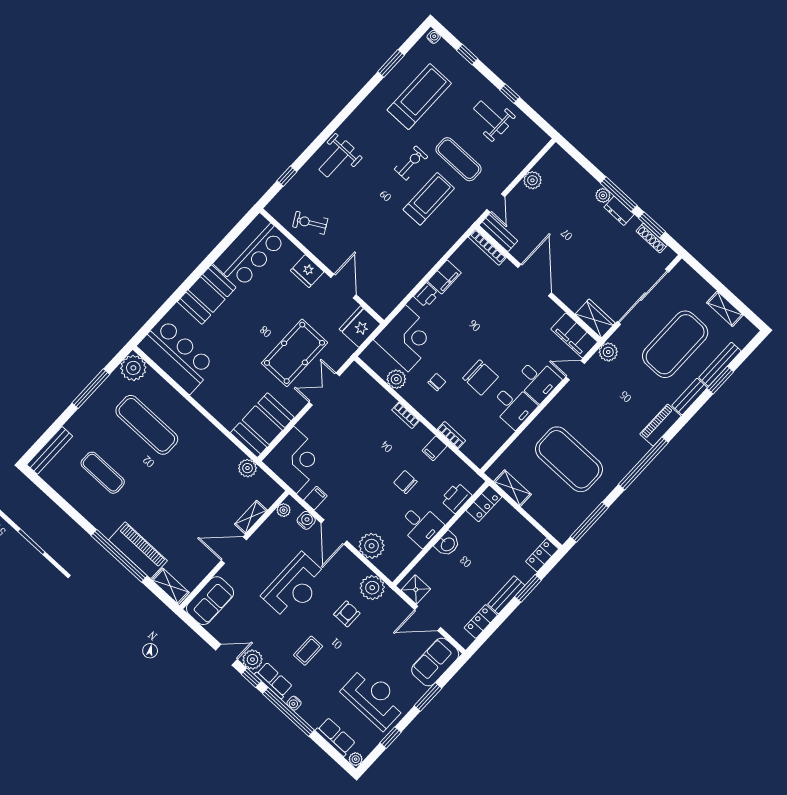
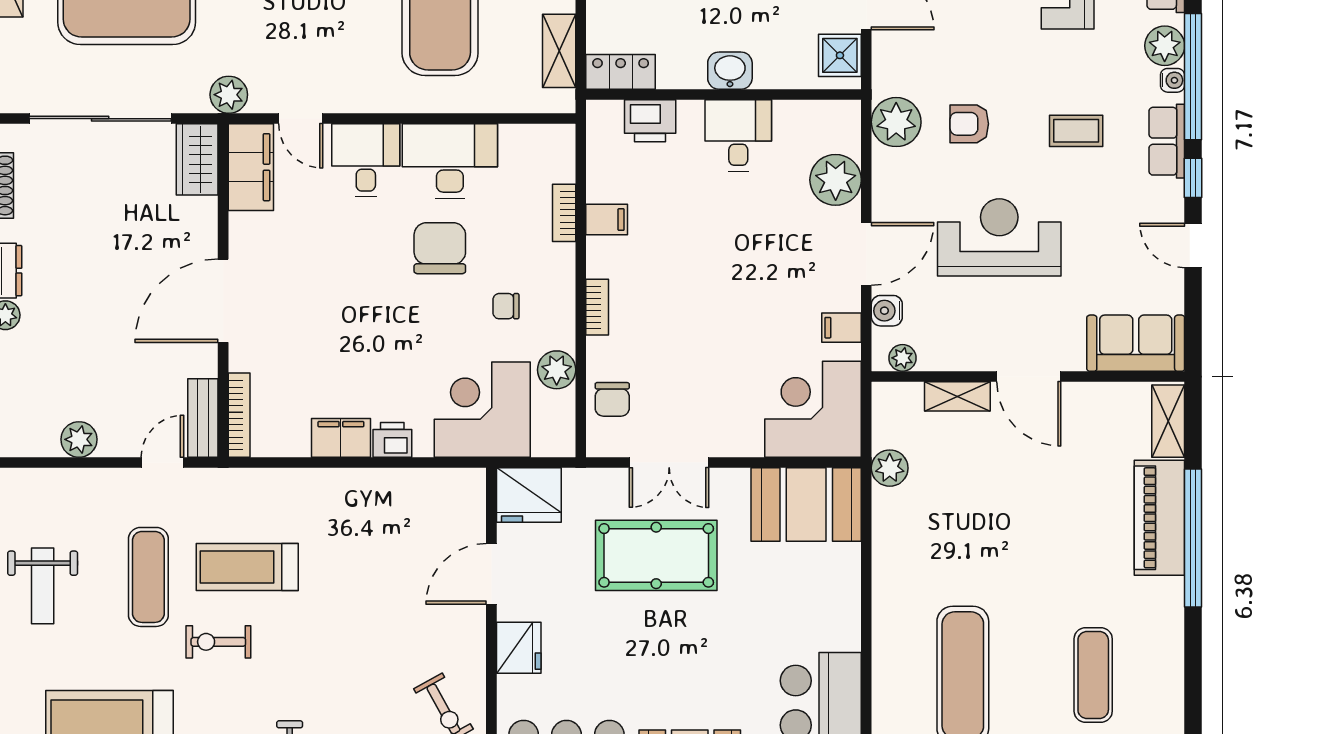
desk: (513, 406) -> (450, 161), width x1.37
chair: (406, 482) -> (612, 399), moved
plant: (252, 660) -> (1165, 46), moved

